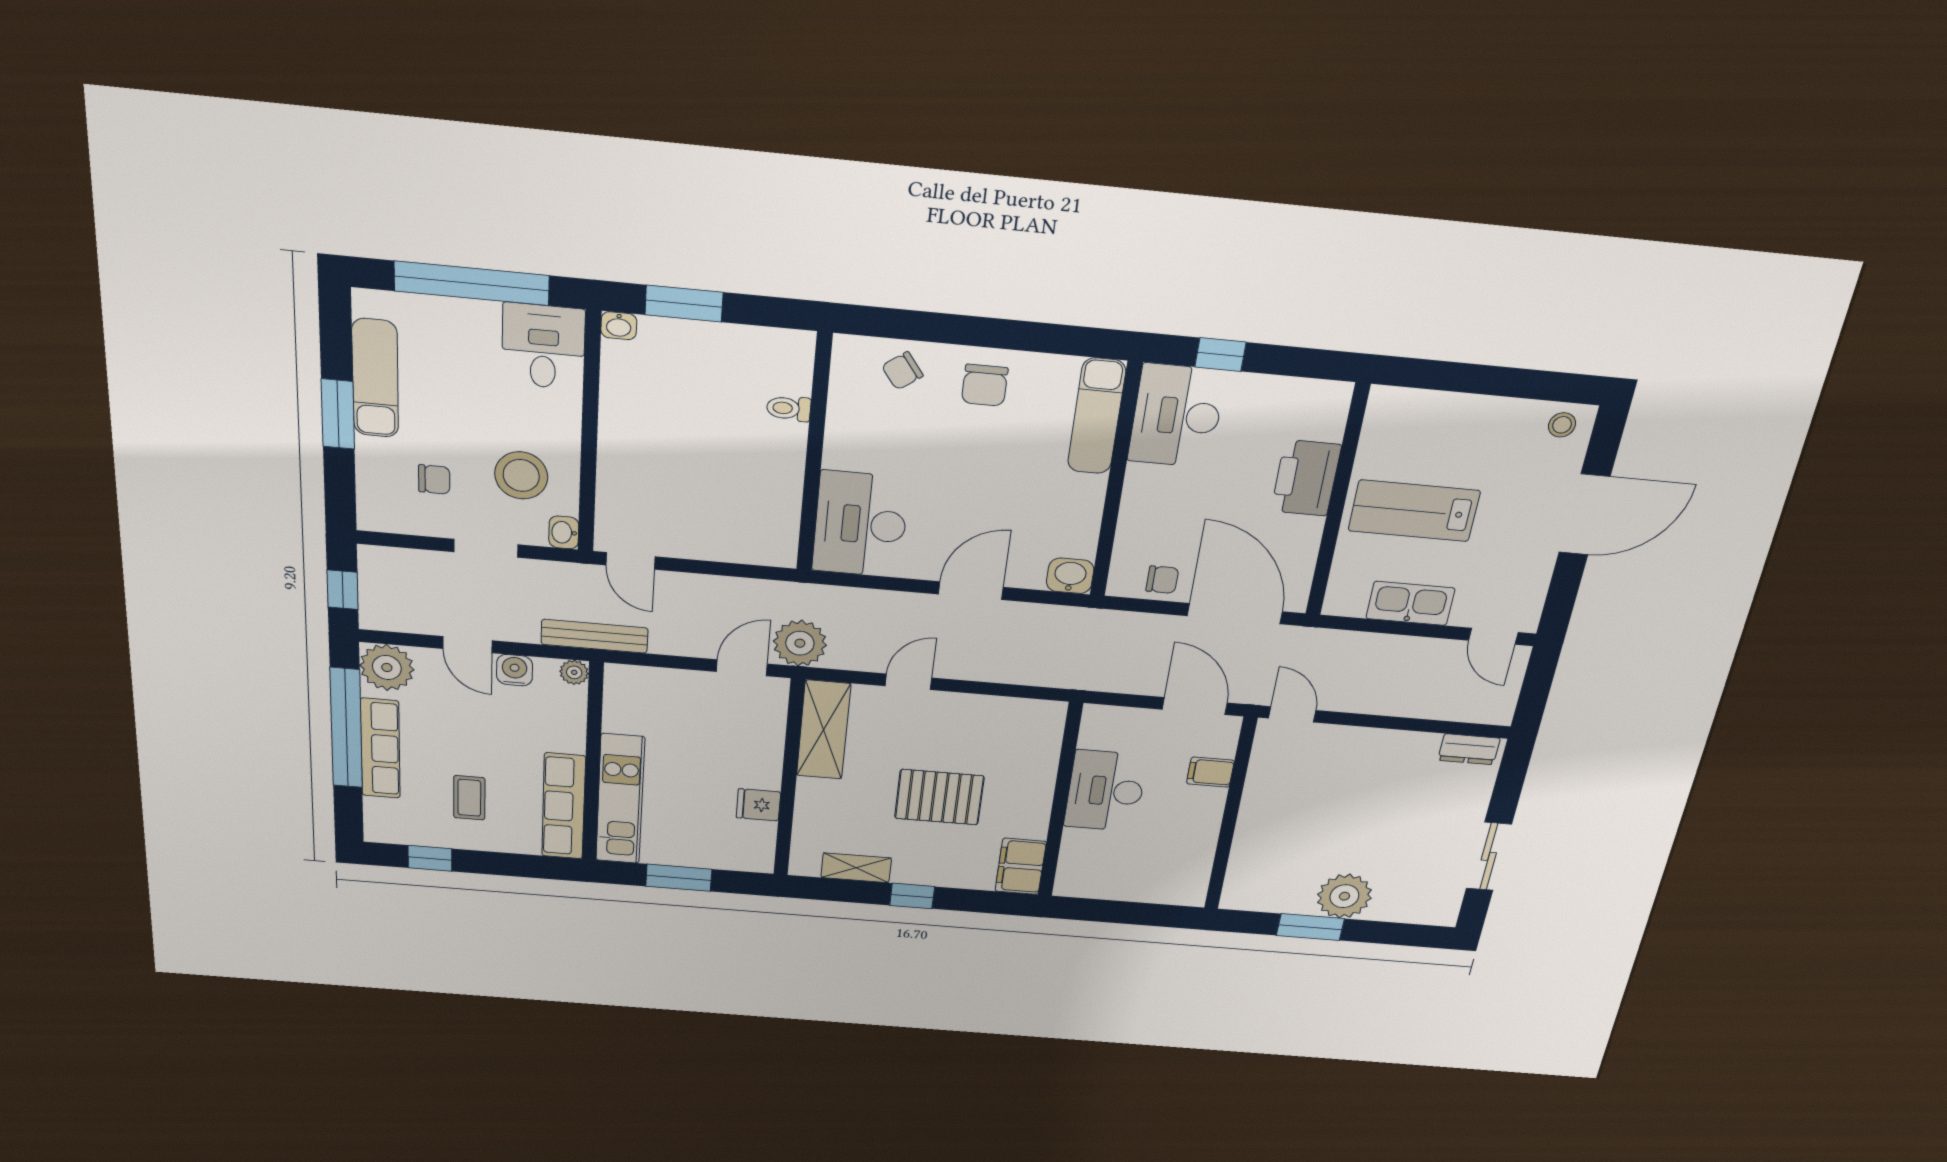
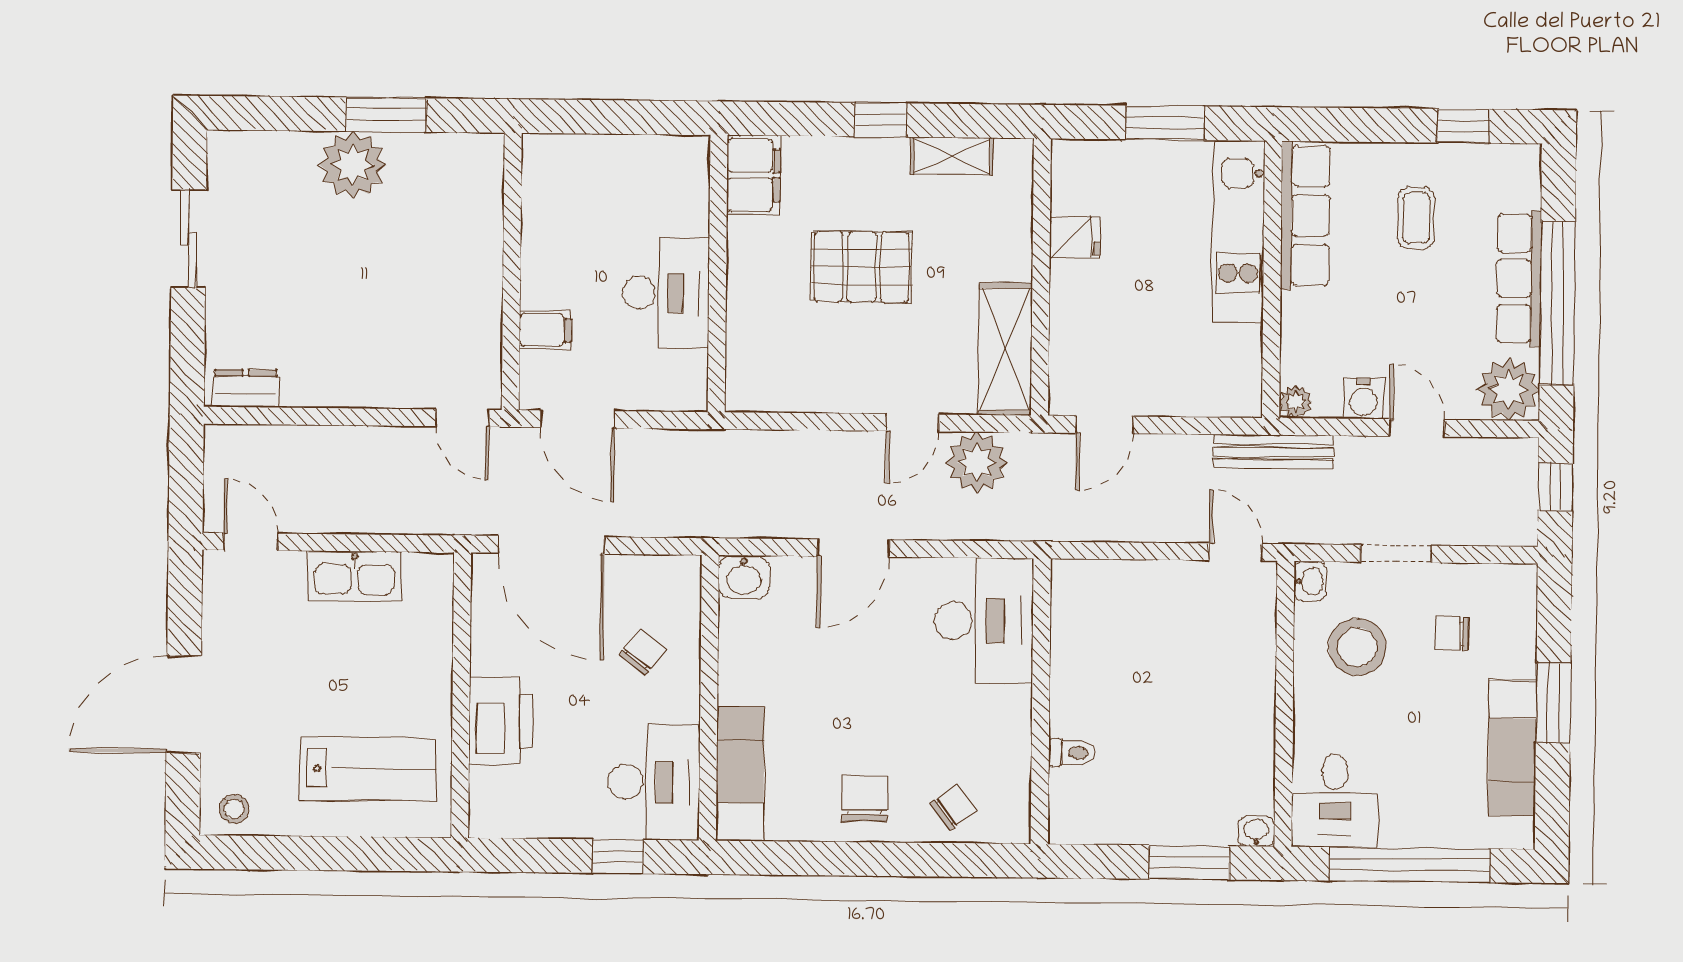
lab bench: (1414, 511) -> (368, 769), moved
chair: (1162, 580) -> (643, 652), moved, turned 127
plant: (800, 643) -> (977, 462), moved

